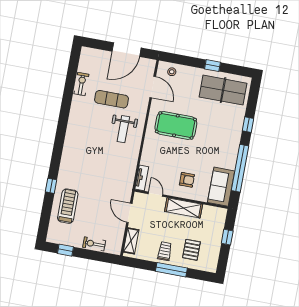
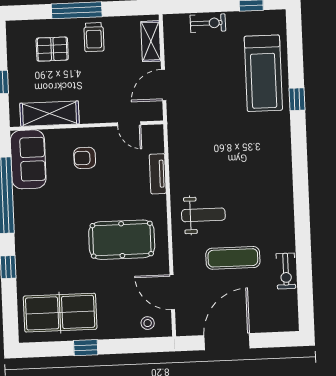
weight bench: (123, 129) -> (203, 215), turned 90
tv unit: (142, 178) -> (158, 174), moved
treadmill: (68, 206) -> (263, 73), width x1.37, depth x1.38
shelving: (184, 208) -> (50, 114), moved
door: (129, 213) -> (164, 85), swing flipped
pallet: (191, 250) -> (52, 49), turned 90

